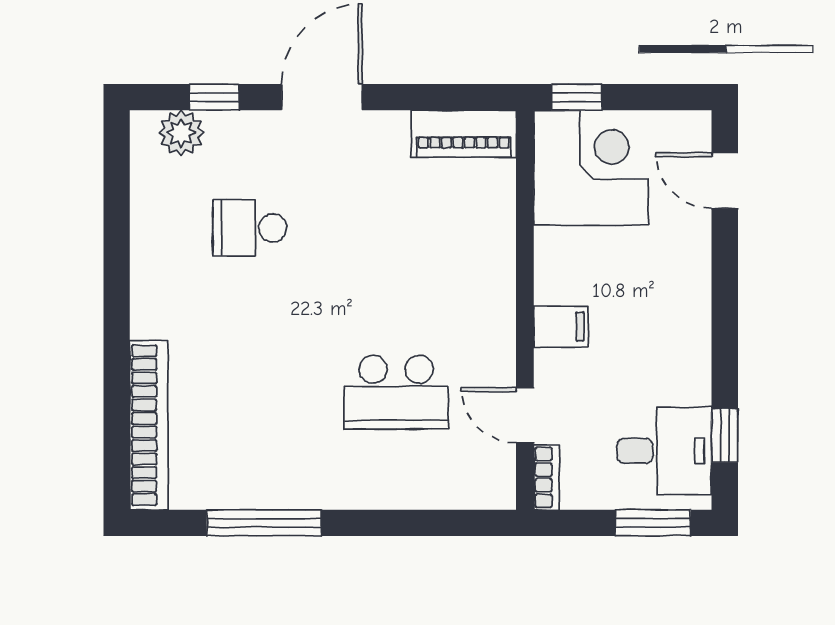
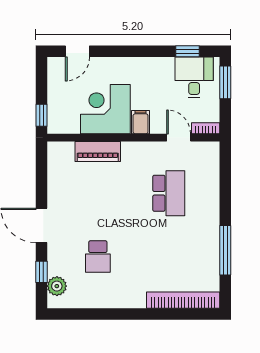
piano: (464, 134) -> (98, 152), moved, turned 90
corner desk: (591, 168) -> (105, 109), moved
door: (525, 415) -> (179, 138), swing flipped

